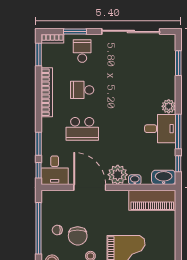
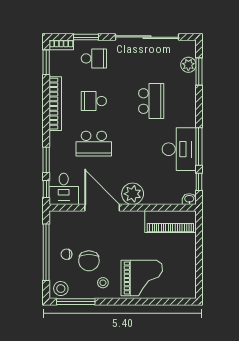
school desk: (82, 51) -> (94, 58), turned 90
school desk: (135, 90) -> (151, 101), added
plant: (169, 106) -> (188, 65), moved
desk: (160, 129) -> (179, 149), width x1.37
washbasin: (164, 177) -> (189, 199), width x0.52, depth x0.69
washbasin: (135, 180) -> (151, 199), removed

